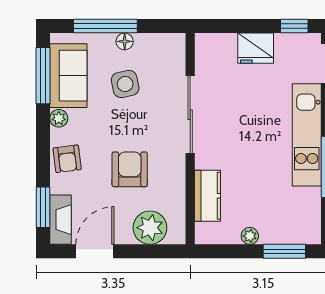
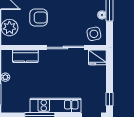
fridge: (256, 48) -> (97, 57), moved, turned -90
side table: (125, 84) -> (94, 34), moved

